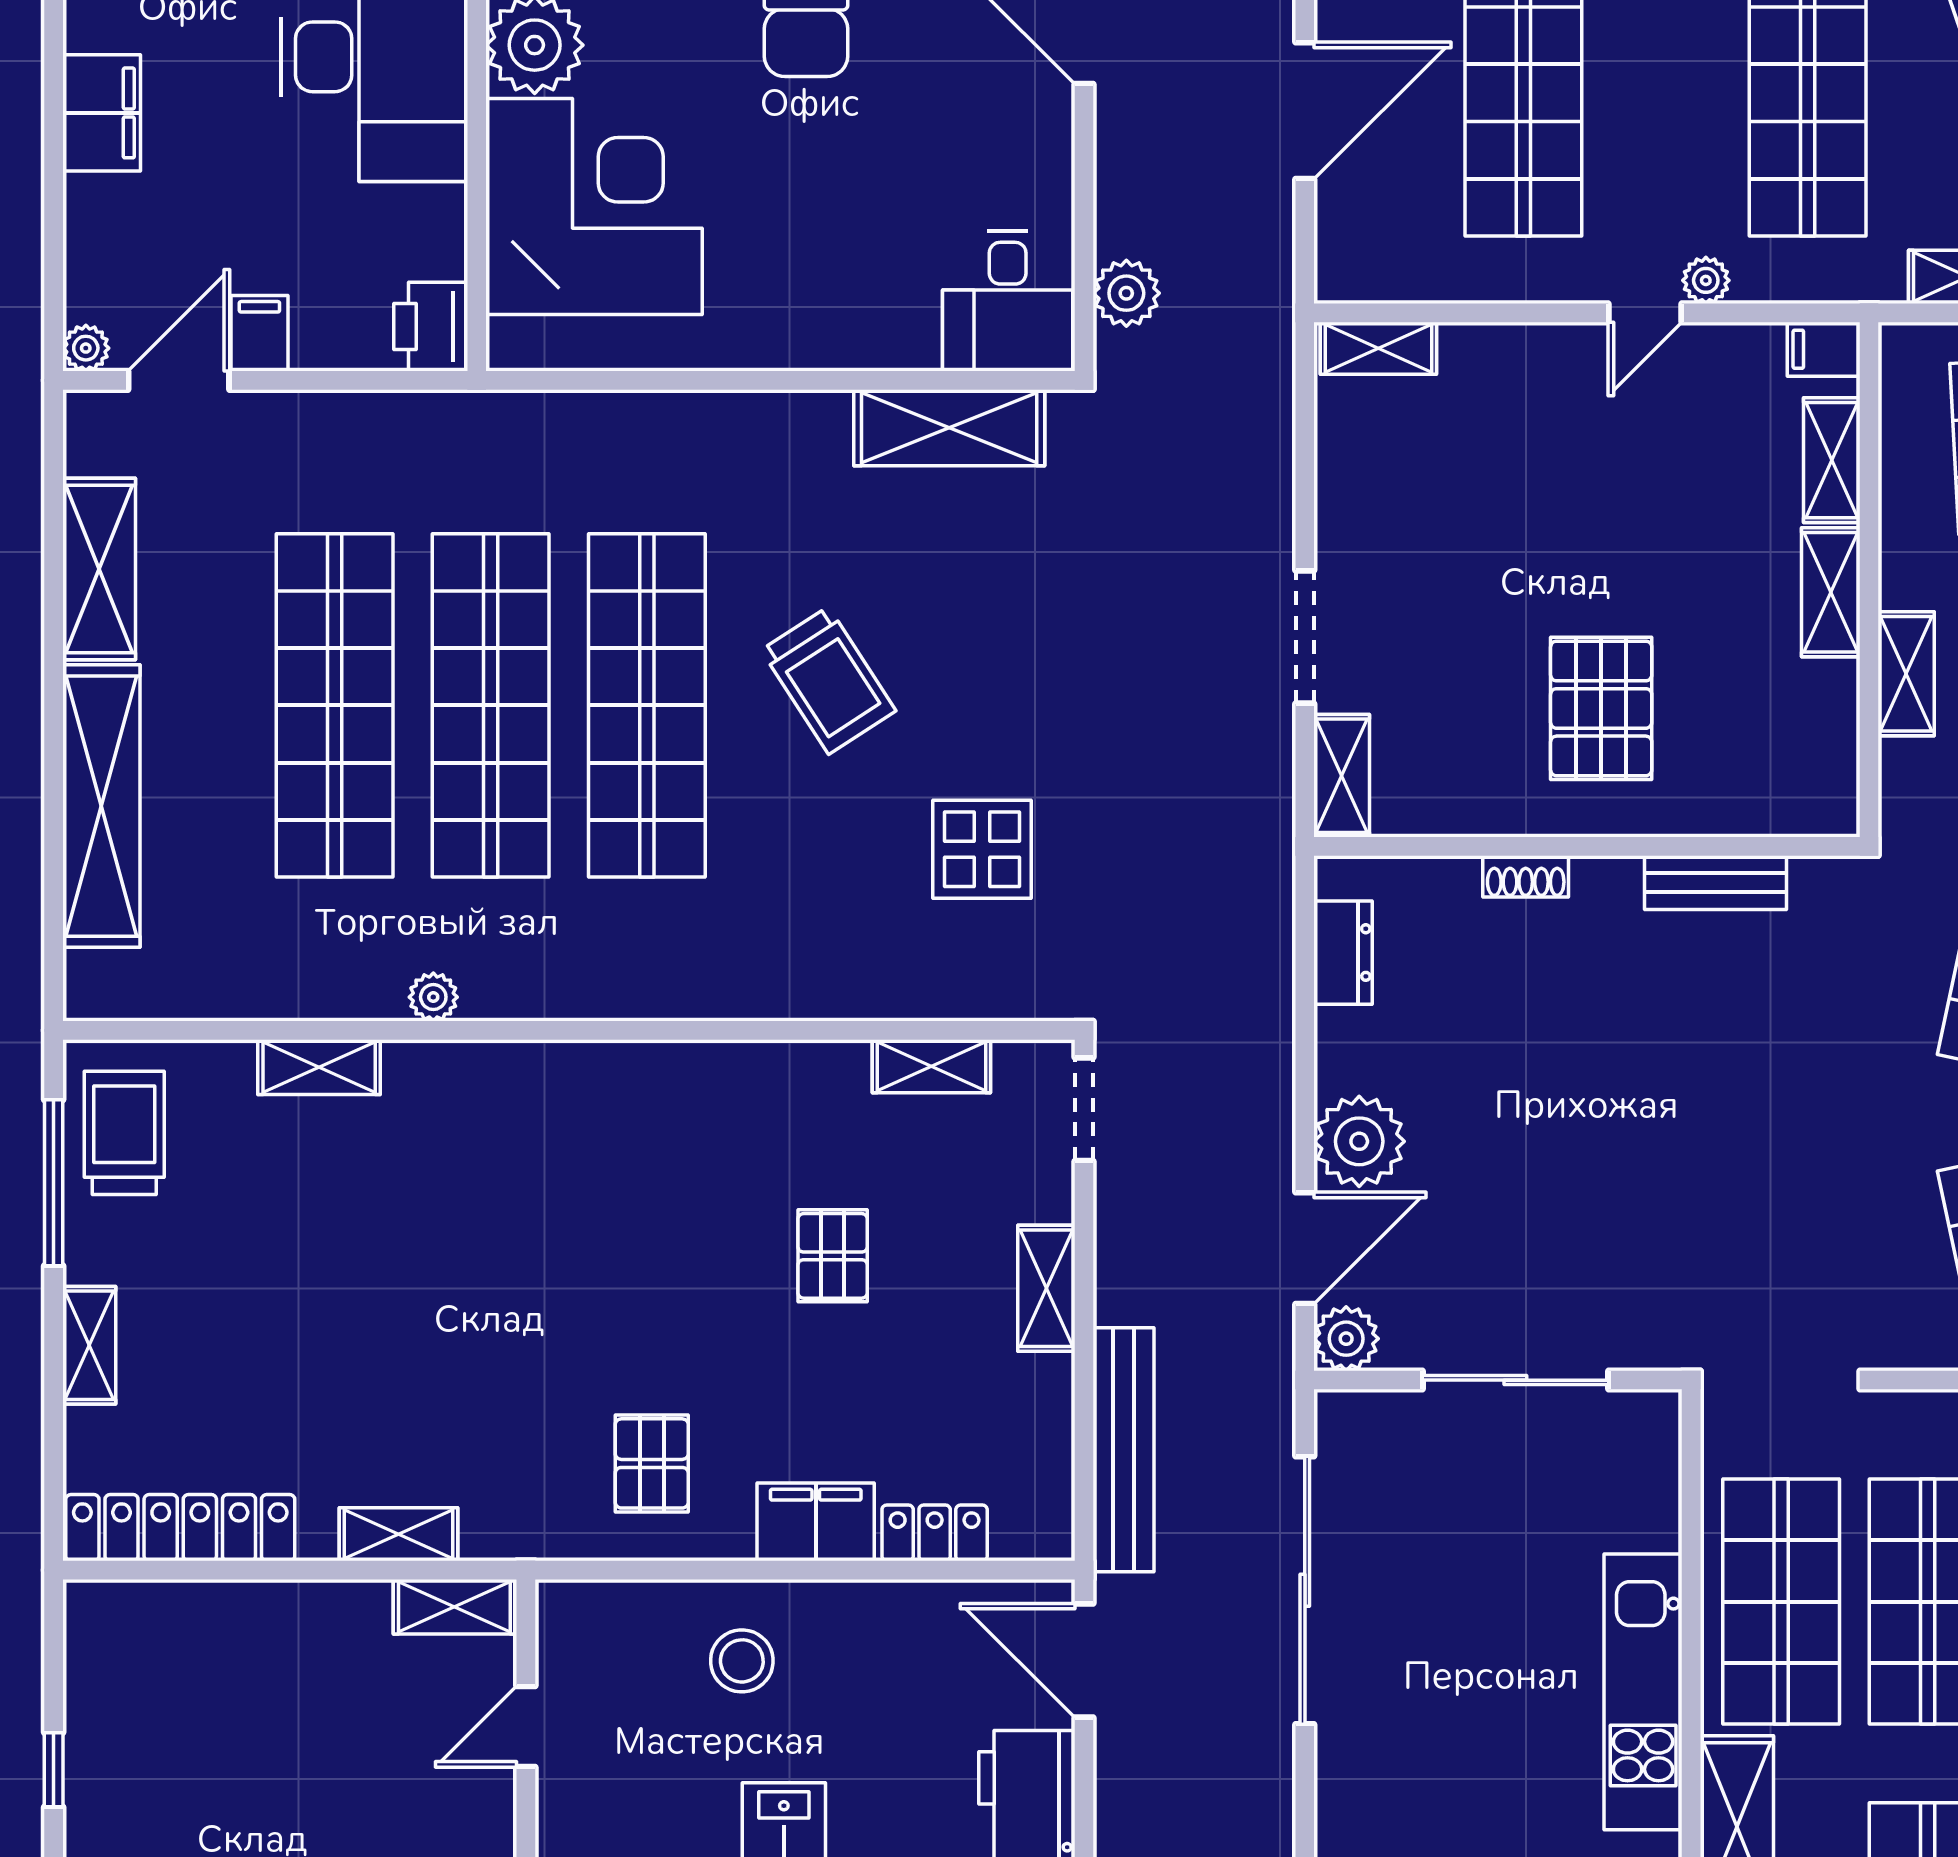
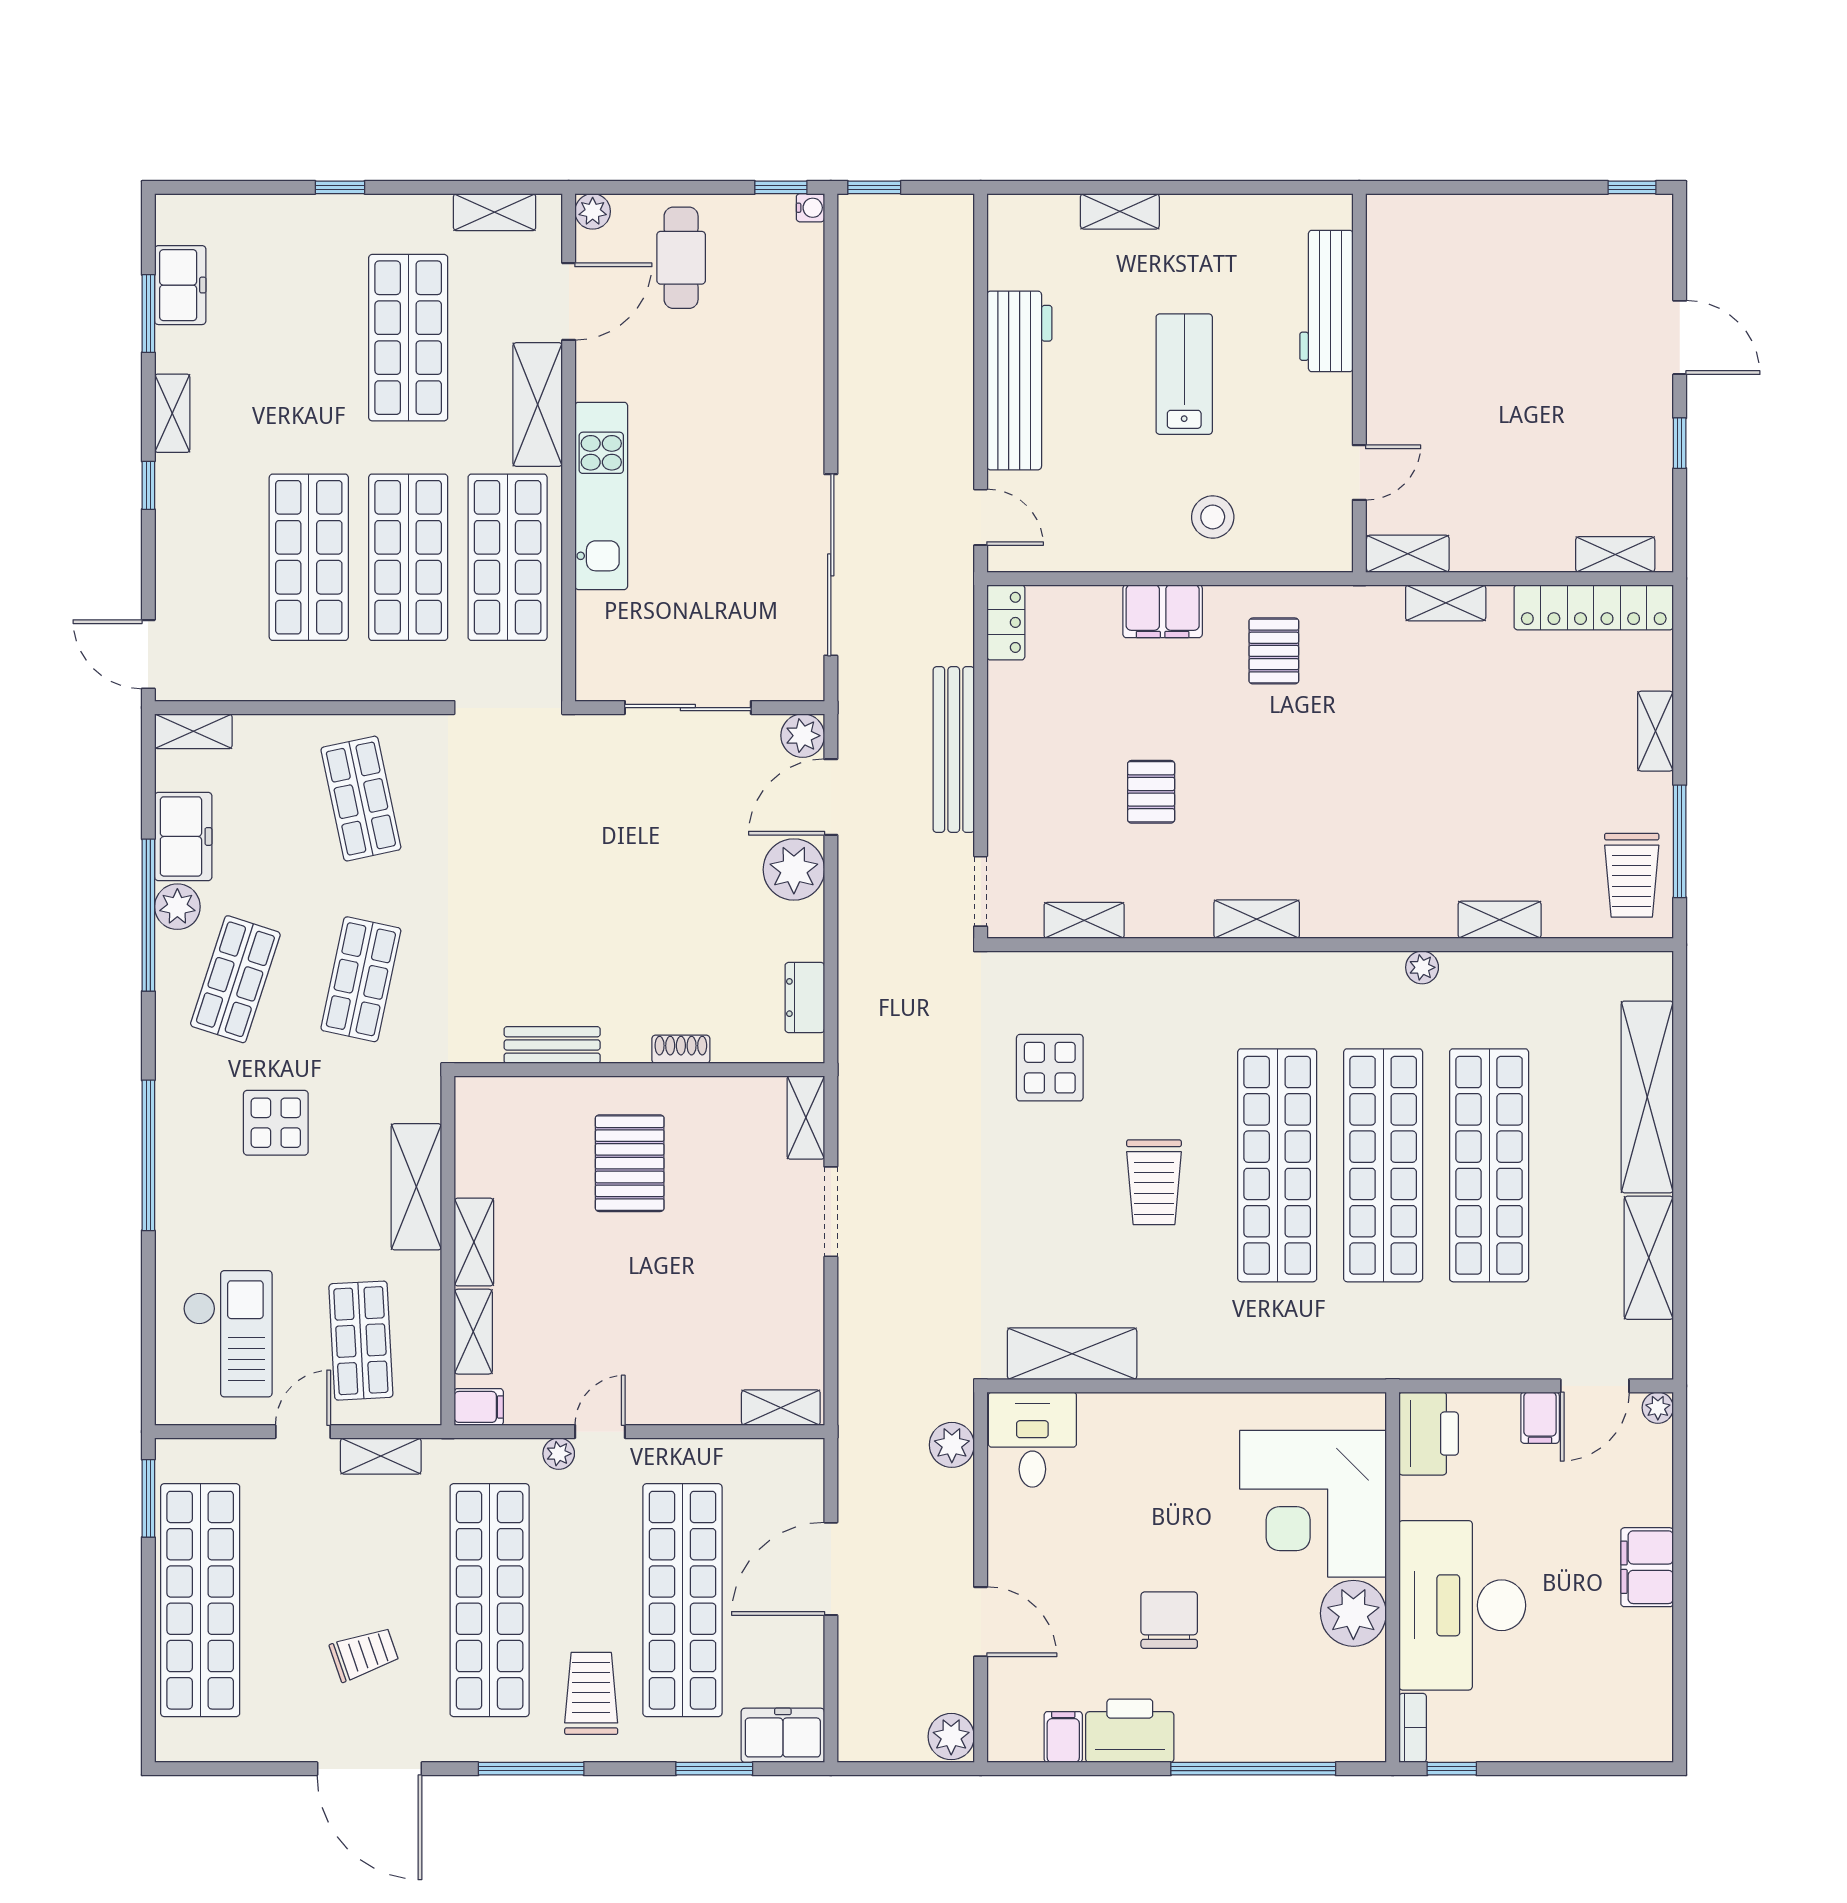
printer: (431, 327) -> (1429, 1434), width x1.37, depth x1.19
shelving: (1906, 674) -> (416, 1187), width x1.50, depth x1.33
trolley: (828, 680) -> (1154, 1182), turned -147
shelving: (1046, 1288) -> (1257, 919), moved, turned 90
bench: (1124, 1450) -> (954, 750), moved
locker: (935, 1533) -> (1006, 622), moved, turned -90
shelving: (149, 1606) -> (1615, 554), added
door: (1084, 1660) -> (981, 517), width x0.73

